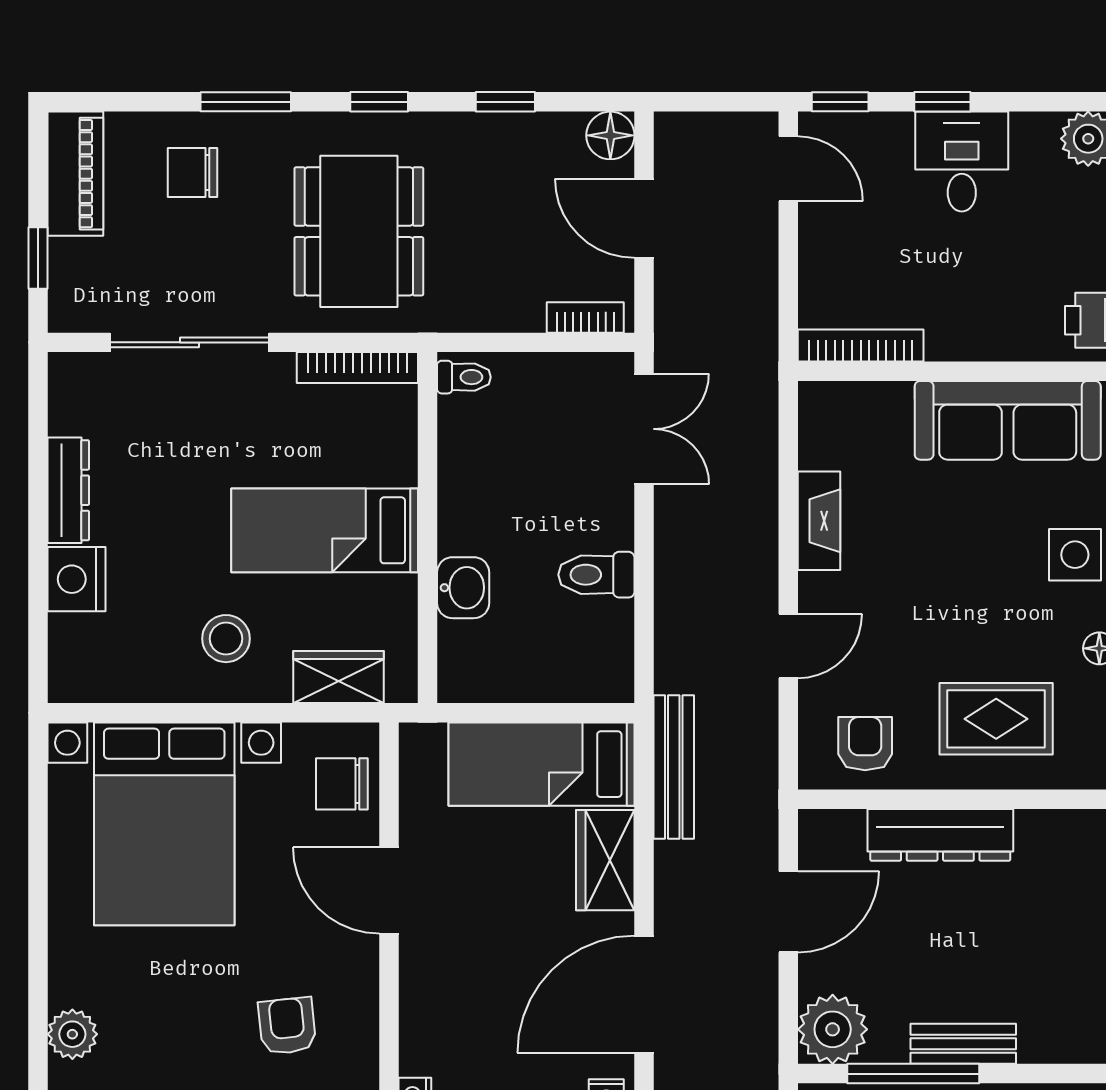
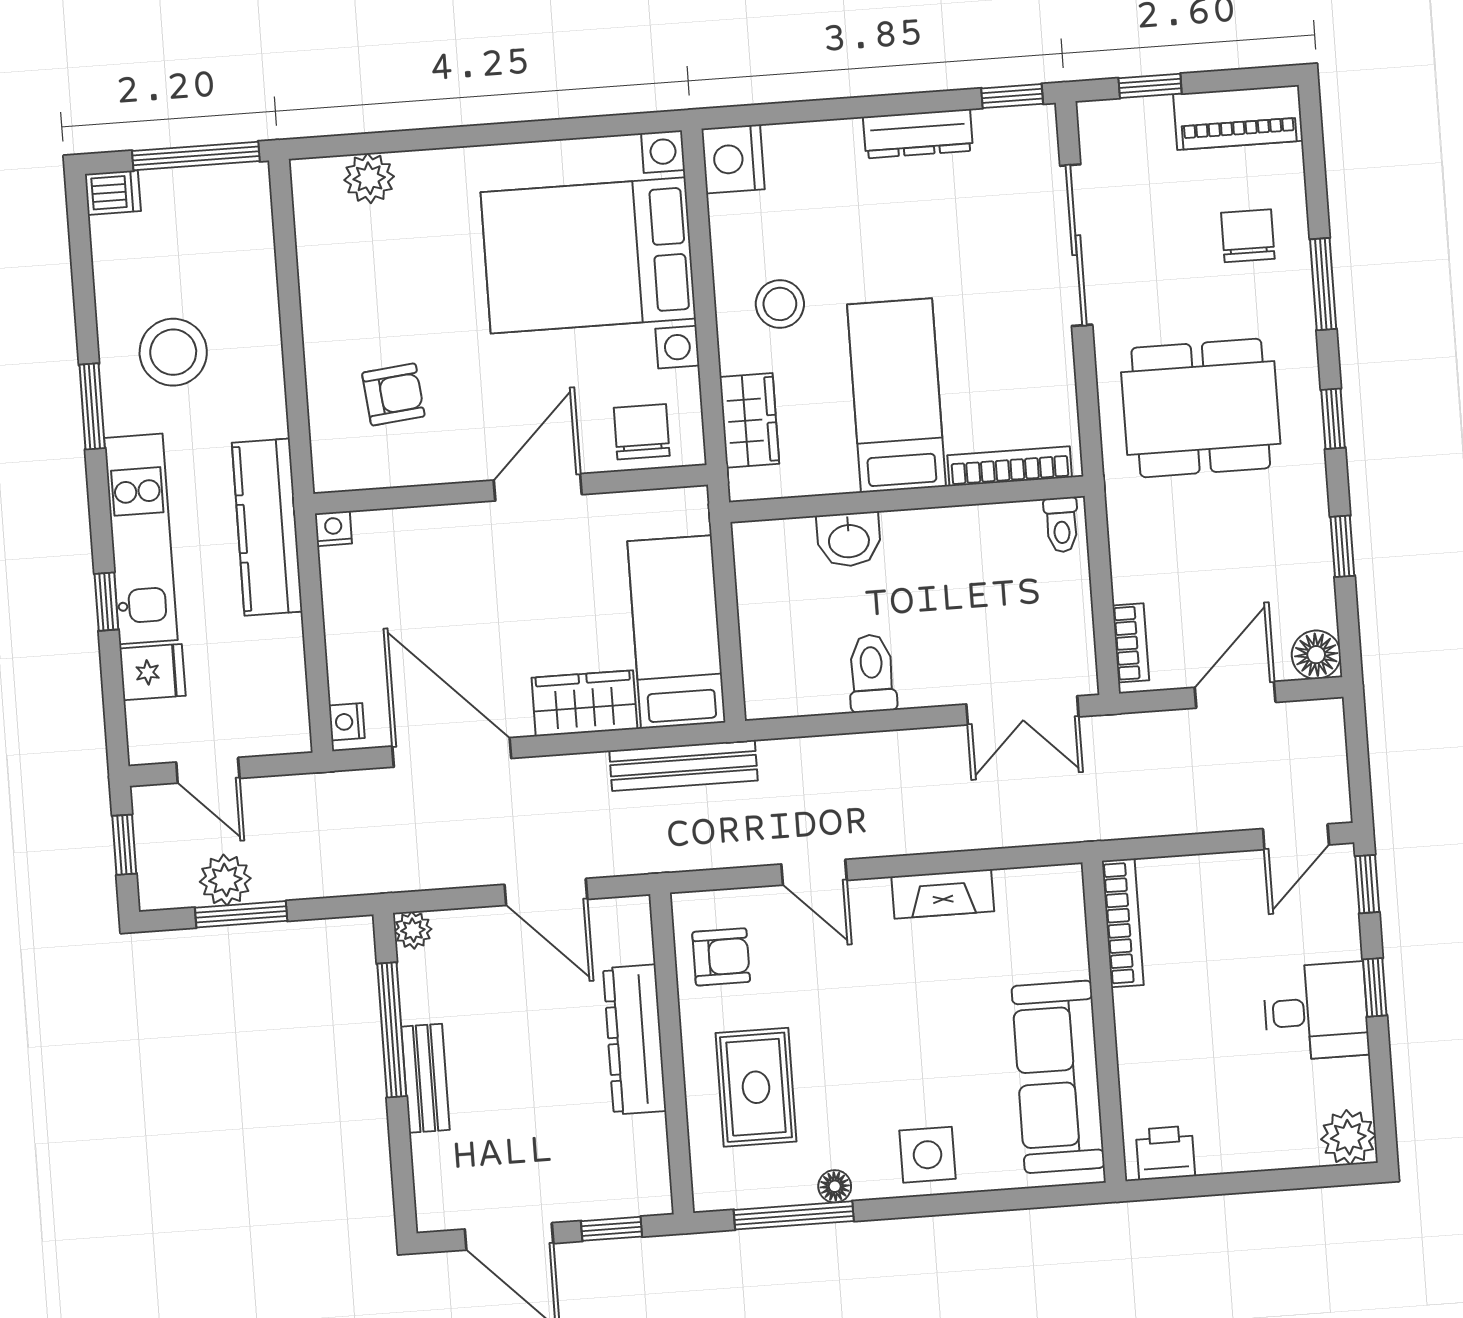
bookcase: (357, 367) -> (1010, 466), moved, turned 90
window: (38, 395) -> (1012, 96), added
nightstand: (76, 579) -> (733, 159), moved, turned -90
plant: (833, 1029) -> (413, 930), width x0.53, depth x0.53

